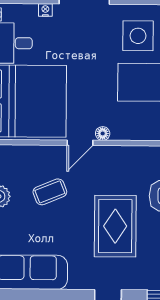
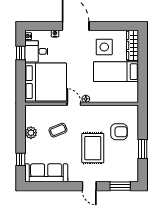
door: (80, 143) -> (74, 104), swing flipped

